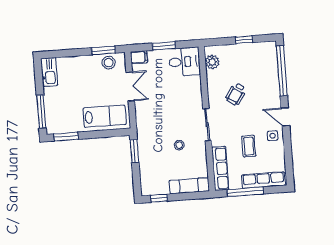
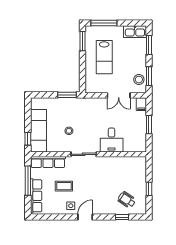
window: (64, 53) -> (149, 45), added
desk: (185, 62) -> (112, 140), moved
plant: (212, 62) -> (133, 162), removed
window: (282, 71) -> (122, 217), width x0.32
wheelchair: (236, 94) -> (127, 200), moved
lab bench: (105, 116) -> (104, 57), moved
exam couch: (189, 186) -> (39, 131), width x1.36, depth x1.45
window: (159, 198) -> (28, 139), moved

